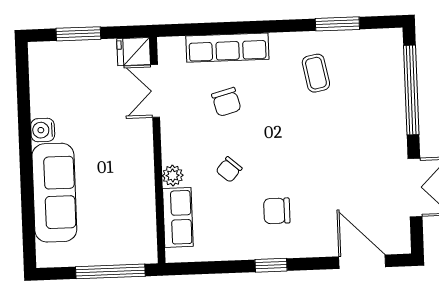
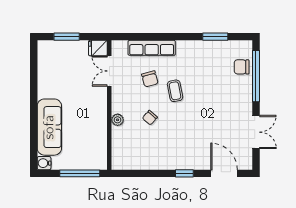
coffee table: (316, 73) -> (175, 91), moved
water cooler: (43, 130) -> (44, 163), moved
chair: (277, 211) -> (242, 67), moved
row of seats: (178, 217) -> (120, 144), removed
window: (271, 265) -> (184, 173), moved

